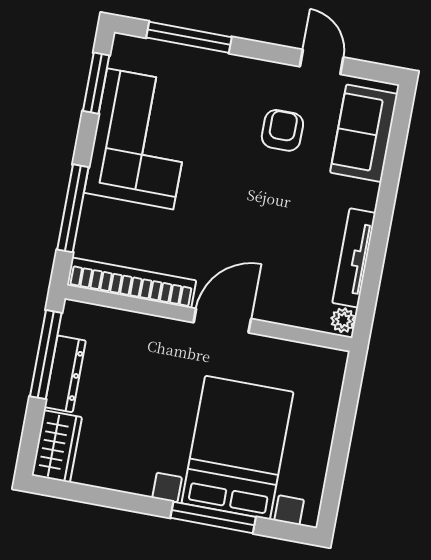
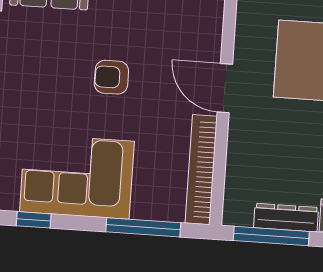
window: (96, 83) -> (34, 220), width x0.67
armchair: (282, 130) -> (111, 77), moved

